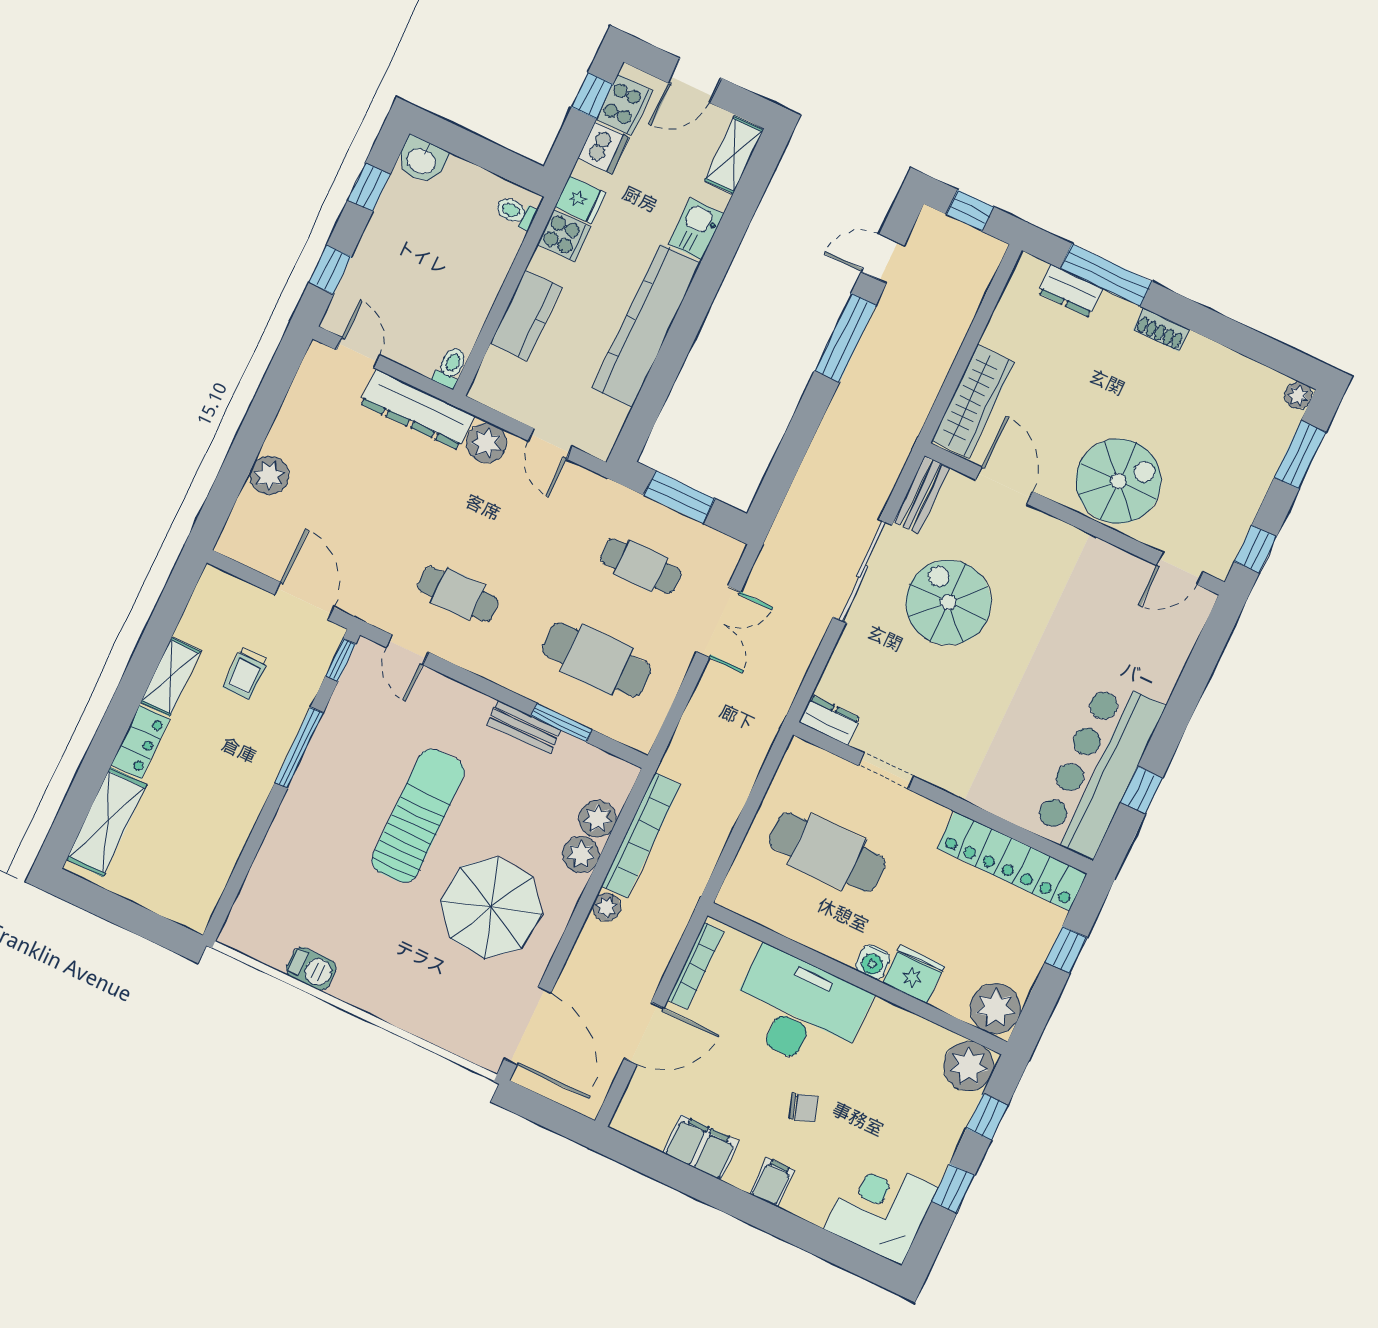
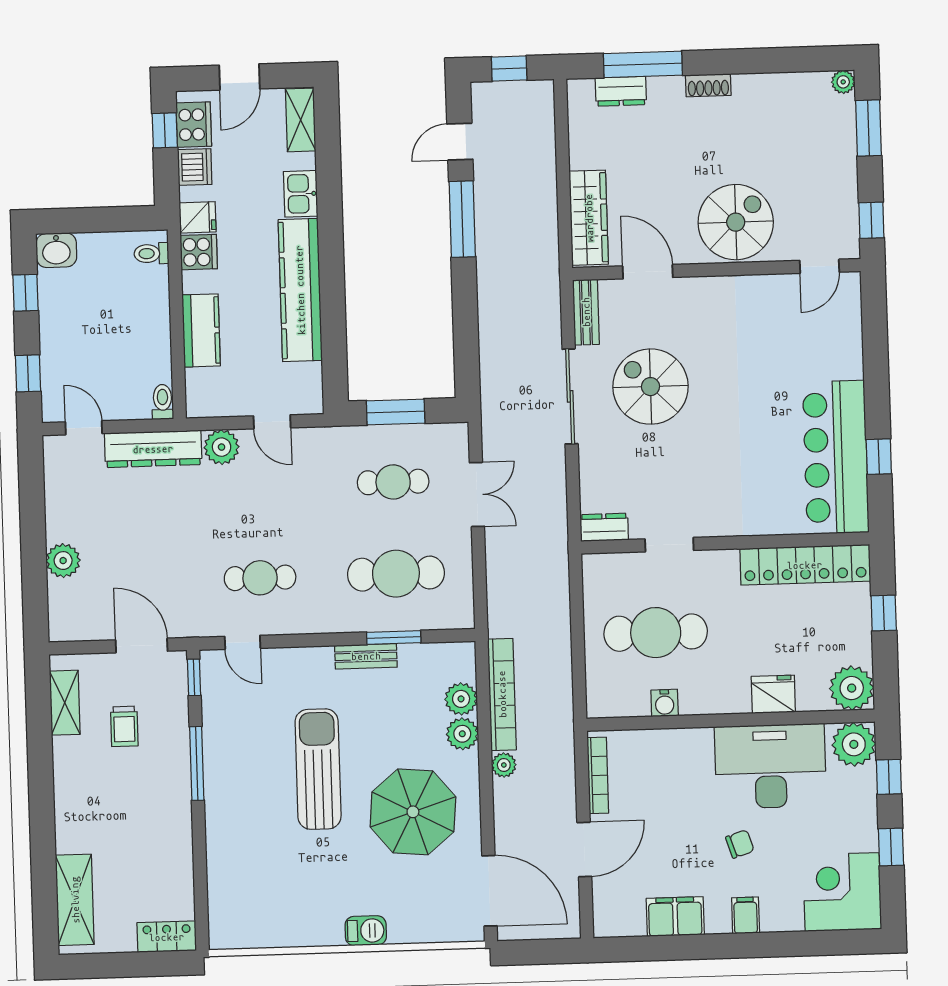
shelving: (171, 677) -> (65, 703), moved
locker: (140, 742) -> (167, 937), moved, turned -90
water cooler: (873, 962) -> (665, 703), moved
barbecue: (311, 969) -> (366, 931), moved
desk: (799, 1010) -> (770, 766), moved

